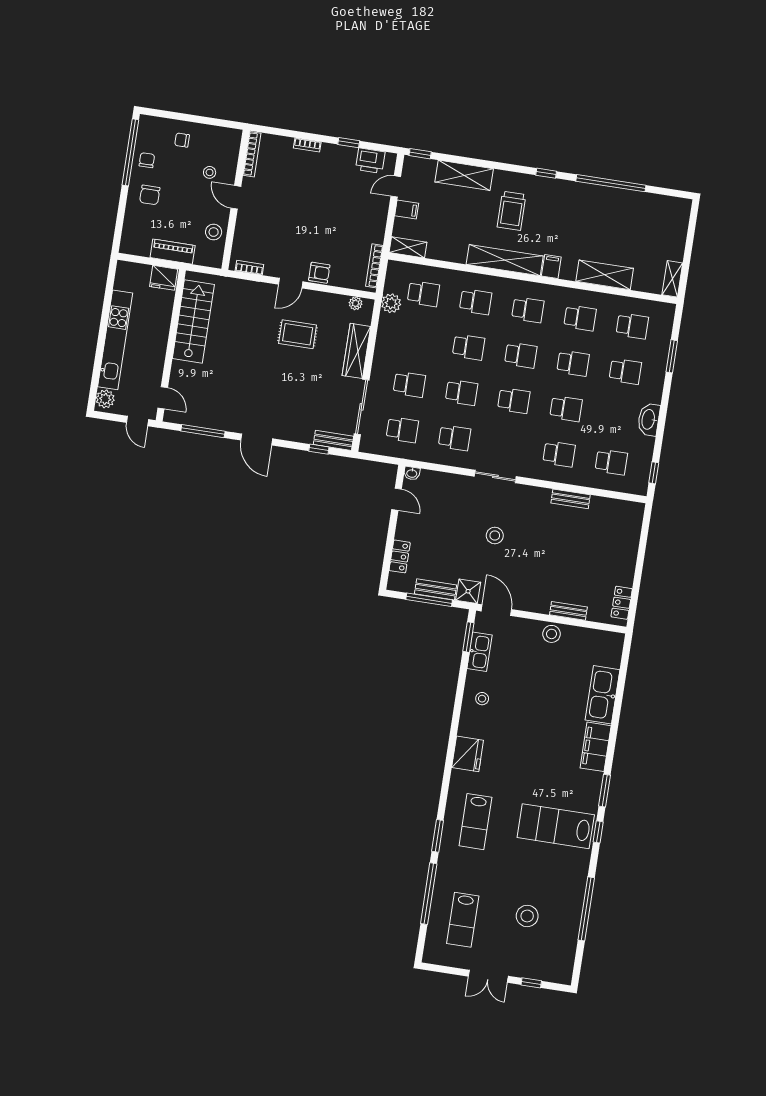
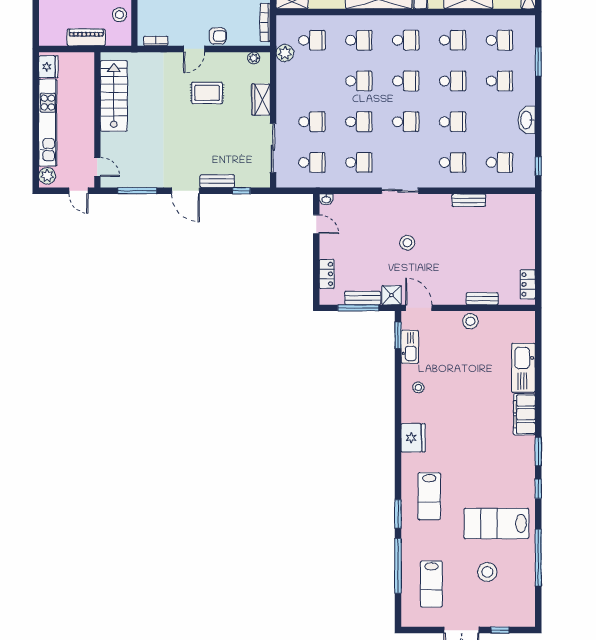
fridge: (164, 278) -> (48, 67), moved, turned -90
wardrobe: (356, 351) -> (261, 100), width x0.67
bench: (333, 440) -> (217, 181), moved
lab bench: (556, 826) -> (496, 523), moved

